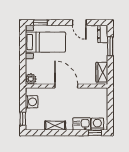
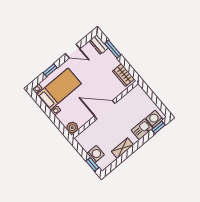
window: (40, 23) -> (50, 70), moved
washing machine: (32, 102) -> (96, 154), moved

